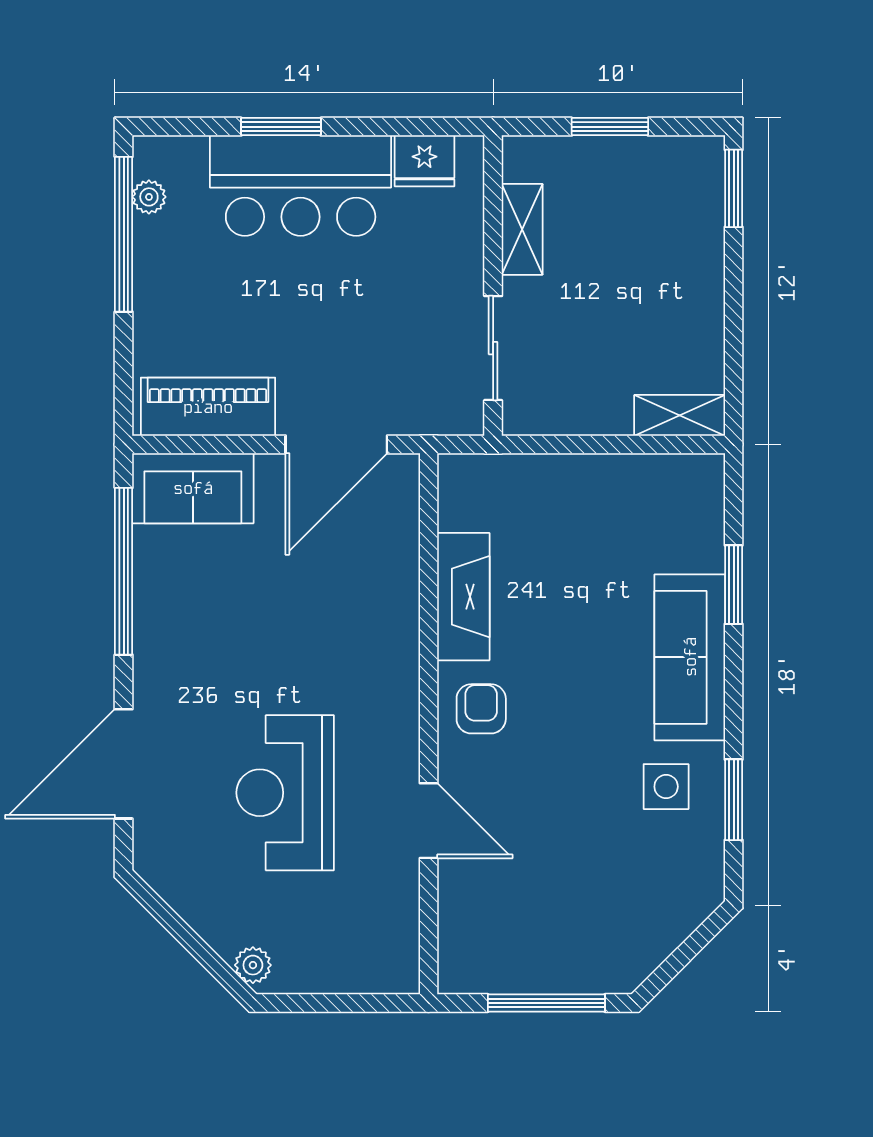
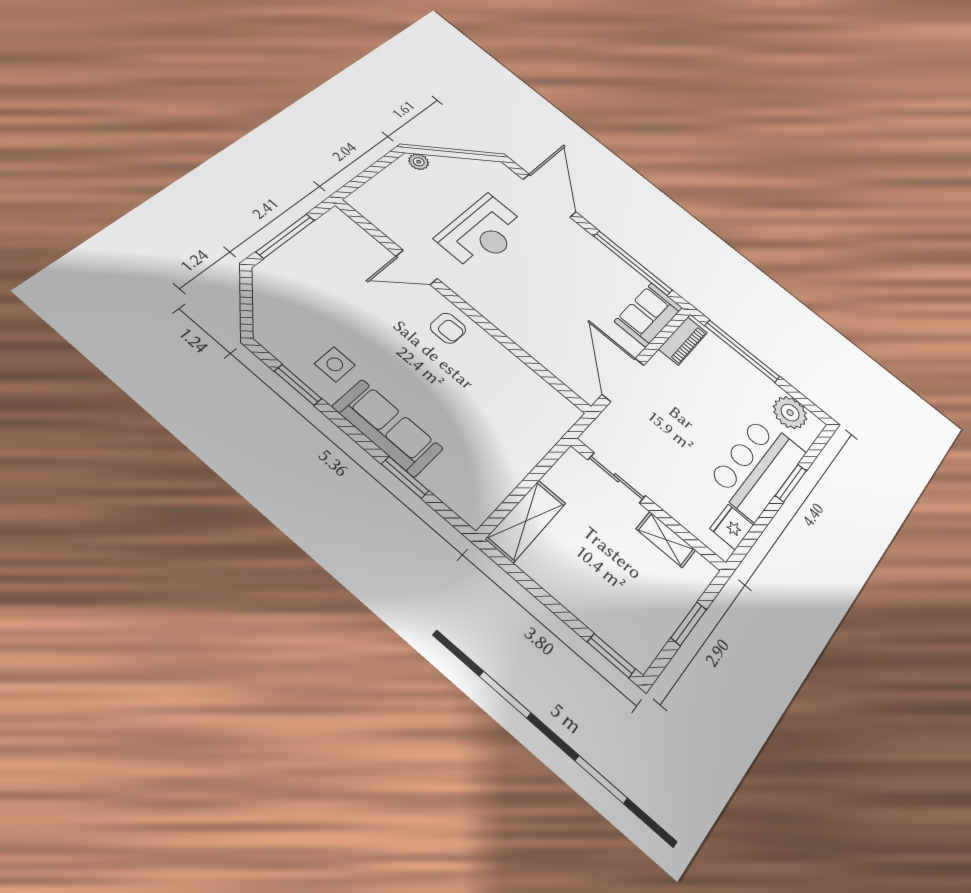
plant: (149, 197) -> (790, 413), width x1.88, depth x1.88
window: (124, 234) -> (742, 351), moved
piano: (208, 407) -> (683, 341), width x0.73, depth x0.75
shelving: (680, 415) -> (526, 521), width x1.50, depth x1.33
fireplace: (463, 597) -> (507, 366), removed
reception desk: (285, 793) -> (482, 233), turned 90

